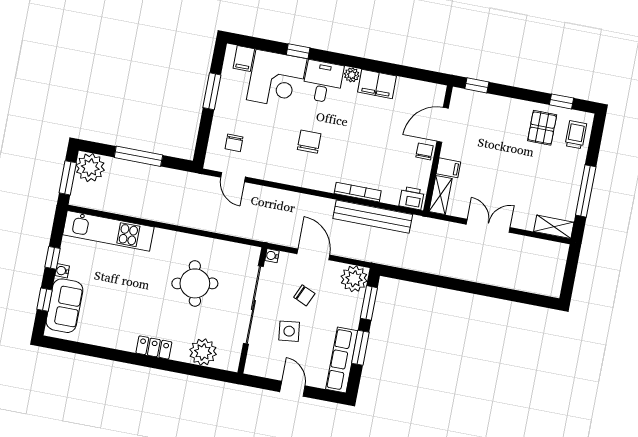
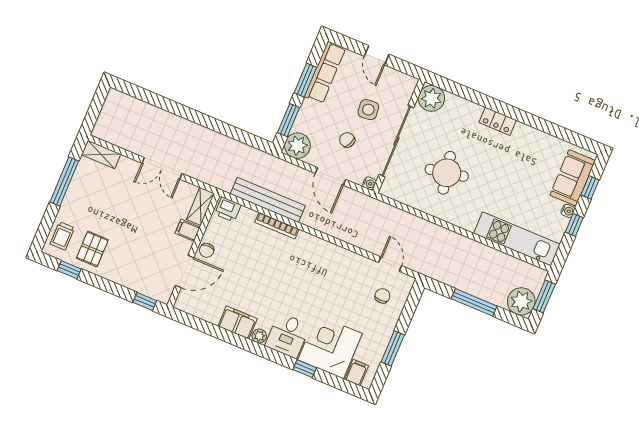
chair: (309, 142) -> (312, 282), removed
plant: (203, 352) -> (431, 98), moved

